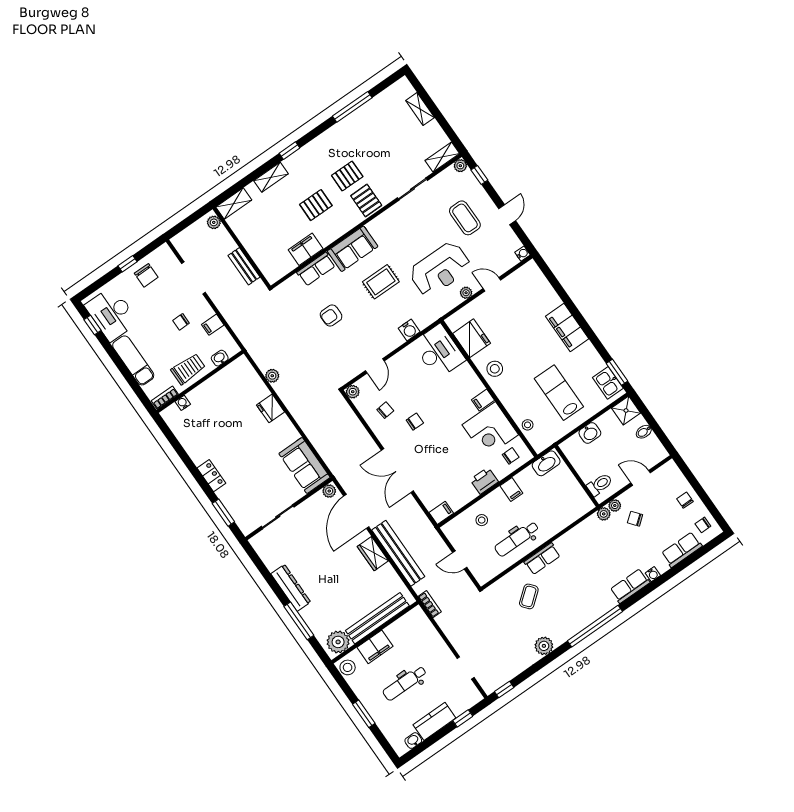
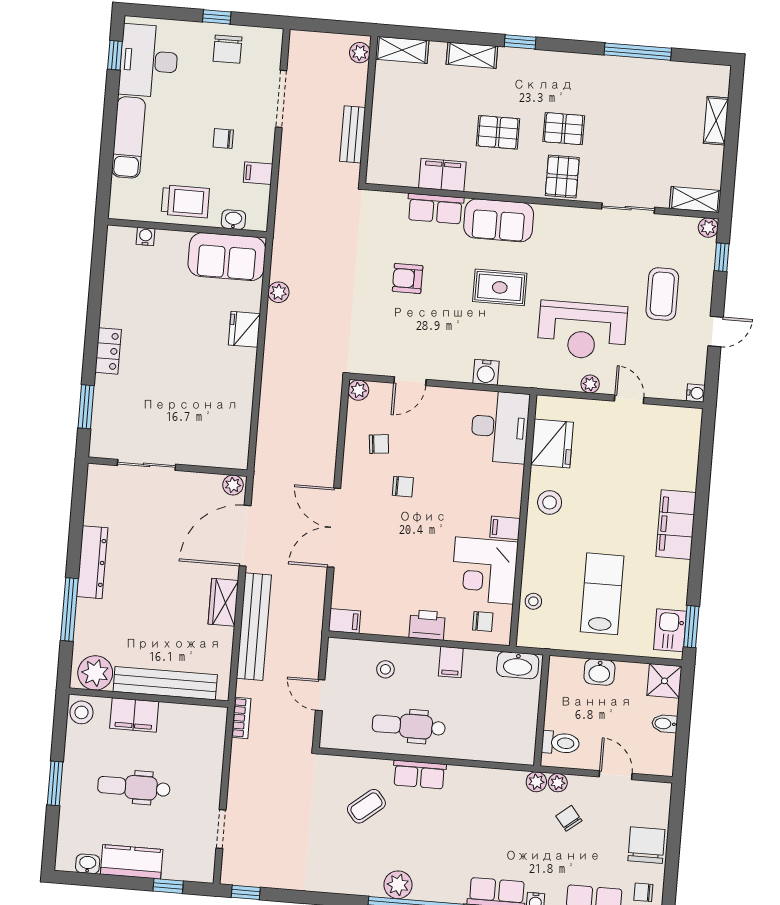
bookcase: (165, 398) -> (129, 213), removed
sofa: (304, 465) -> (227, 257), moved, turned -90
chair: (685, 500) -> (646, 845), width x1.87, depth x1.87
plant: (544, 646) -> (398, 885), moved

